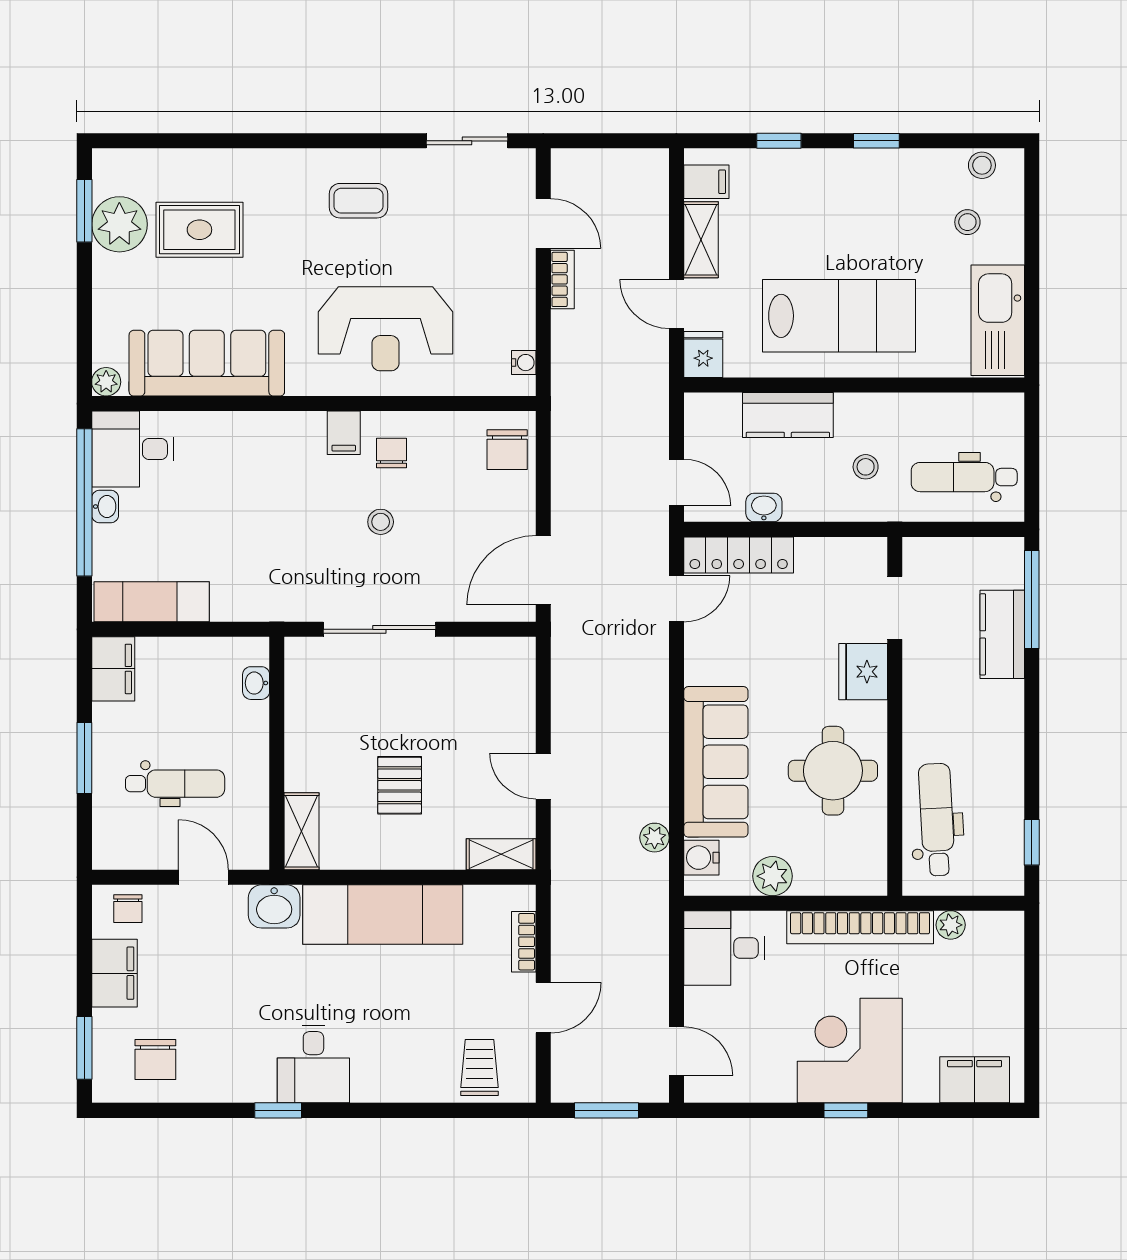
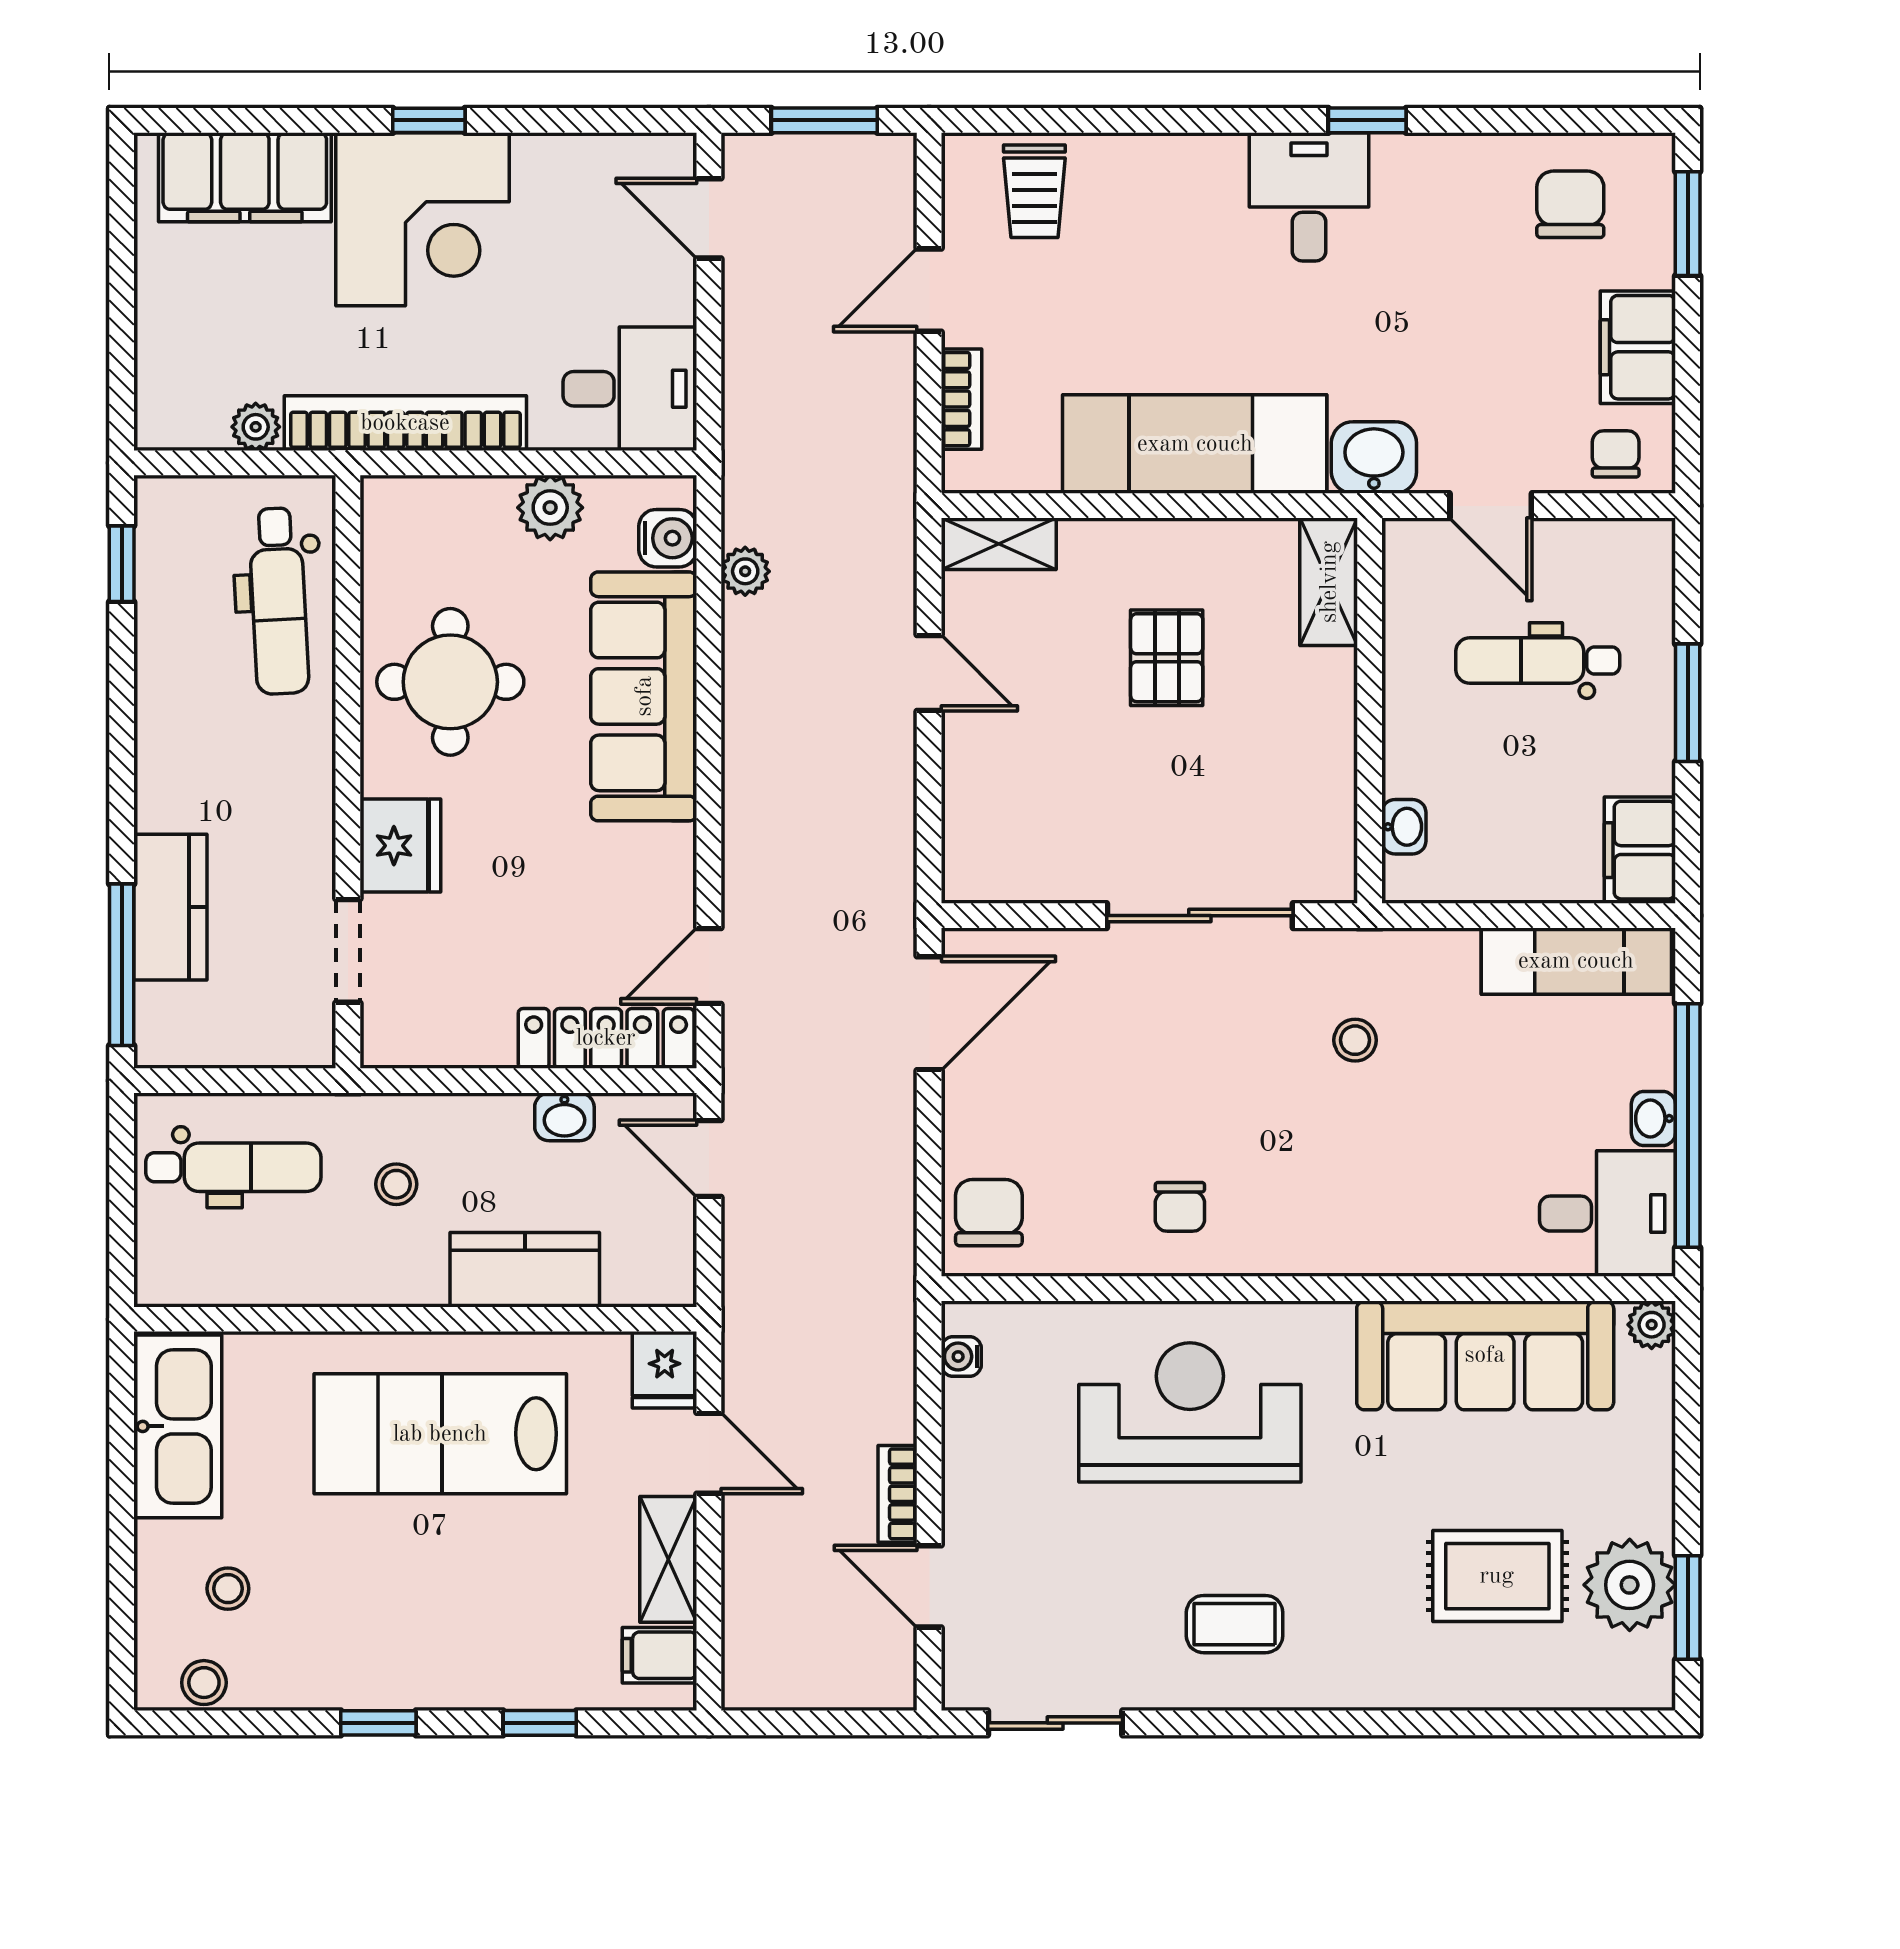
filing cabinet: (344, 433) -> (1259, 1240), removed
stool: (381, 522) -> (1355, 1040), moved
filing cabinet: (975, 1080) -> (245, 177), width x1.50, depth x1.17

